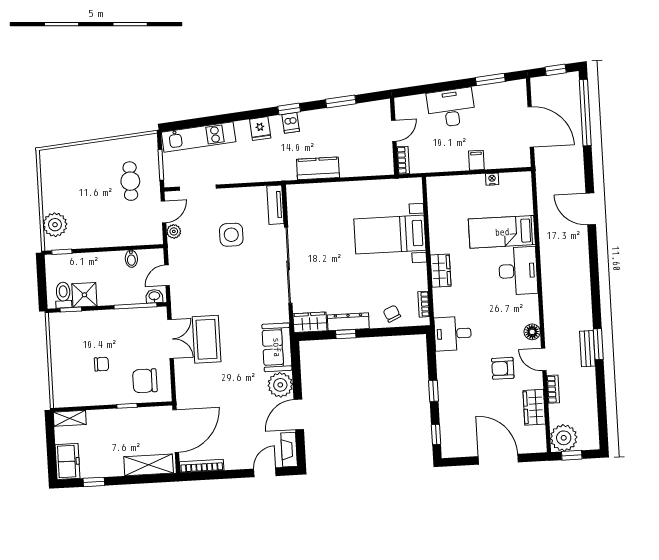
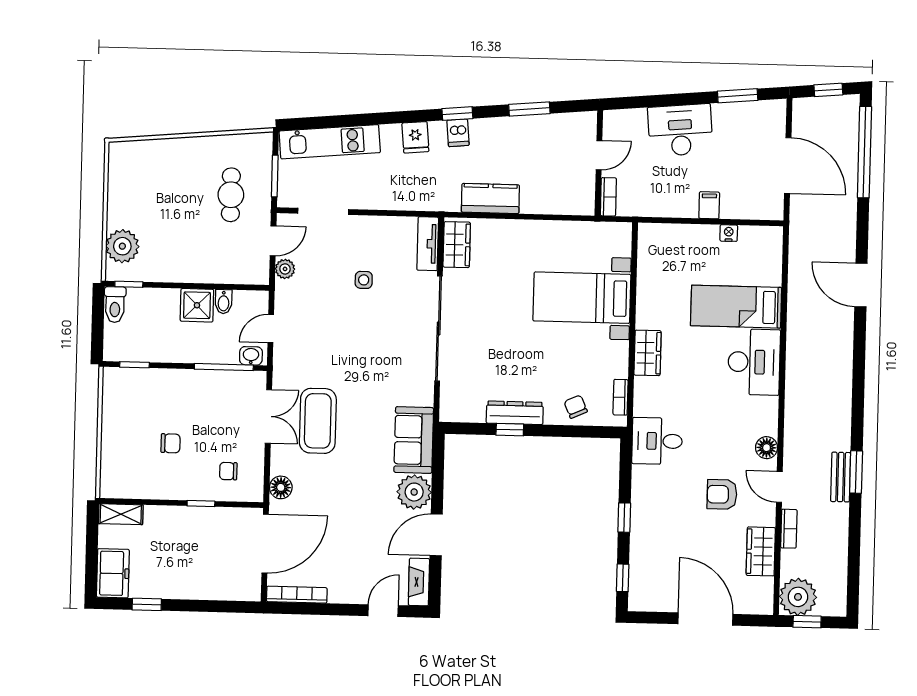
side table: (231, 235) -> (364, 280), width x0.54, depth x0.54
toilet: (63, 295) -> (115, 305), moved, turned 180
shower: (84, 295) -> (197, 305), moved
wardrobe: (310, 322) -> (457, 245), moved, turned 90
chair: (145, 381) -> (228, 471), width x0.54, depth x0.54
floor lamp: (184, 389) -> (281, 487), added
shelving: (149, 465) -> (224, 587), removed

